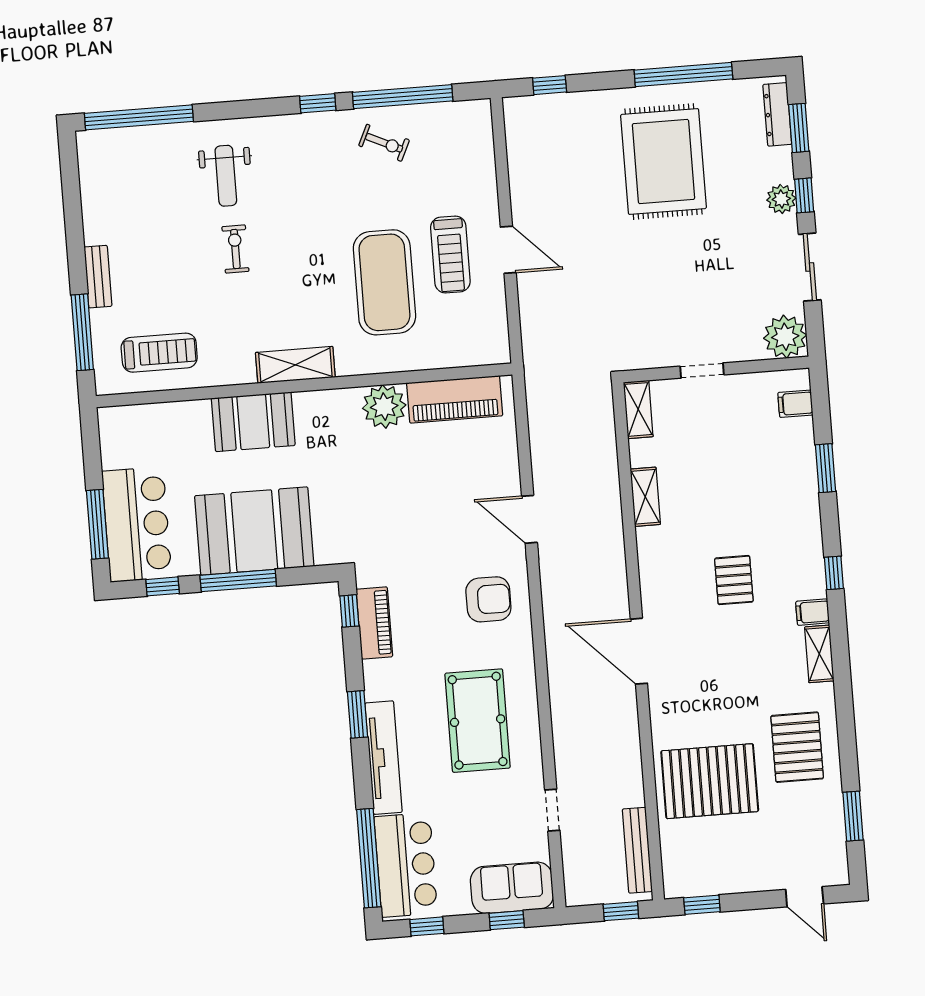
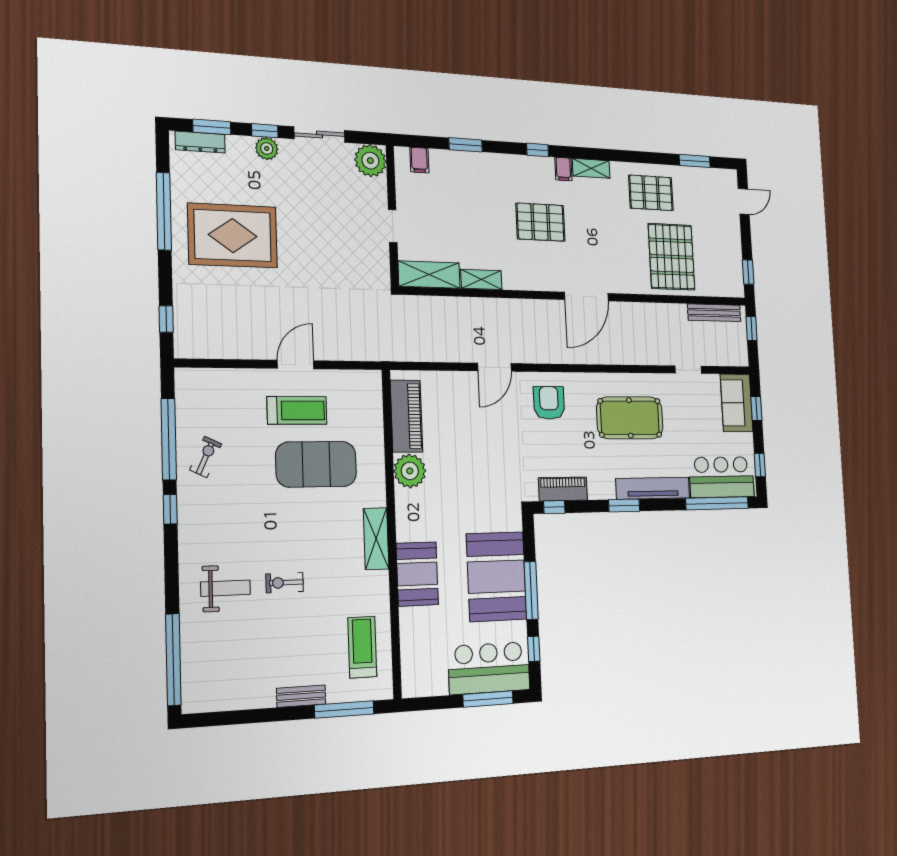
shelving: (638, 409) -> (429, 275), width x1.50, depth x1.33
pallet: (734, 580) -> (540, 222), width x1.50, depth x1.42

